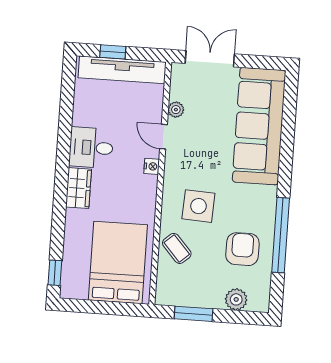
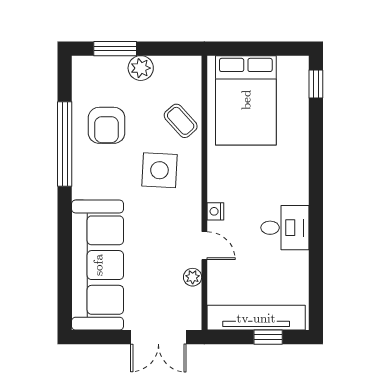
wardrobe: (79, 188) -> (296, 181), removed
plant: (236, 299) -> (141, 68), moved
window: (193, 314) -> (115, 49), moved

